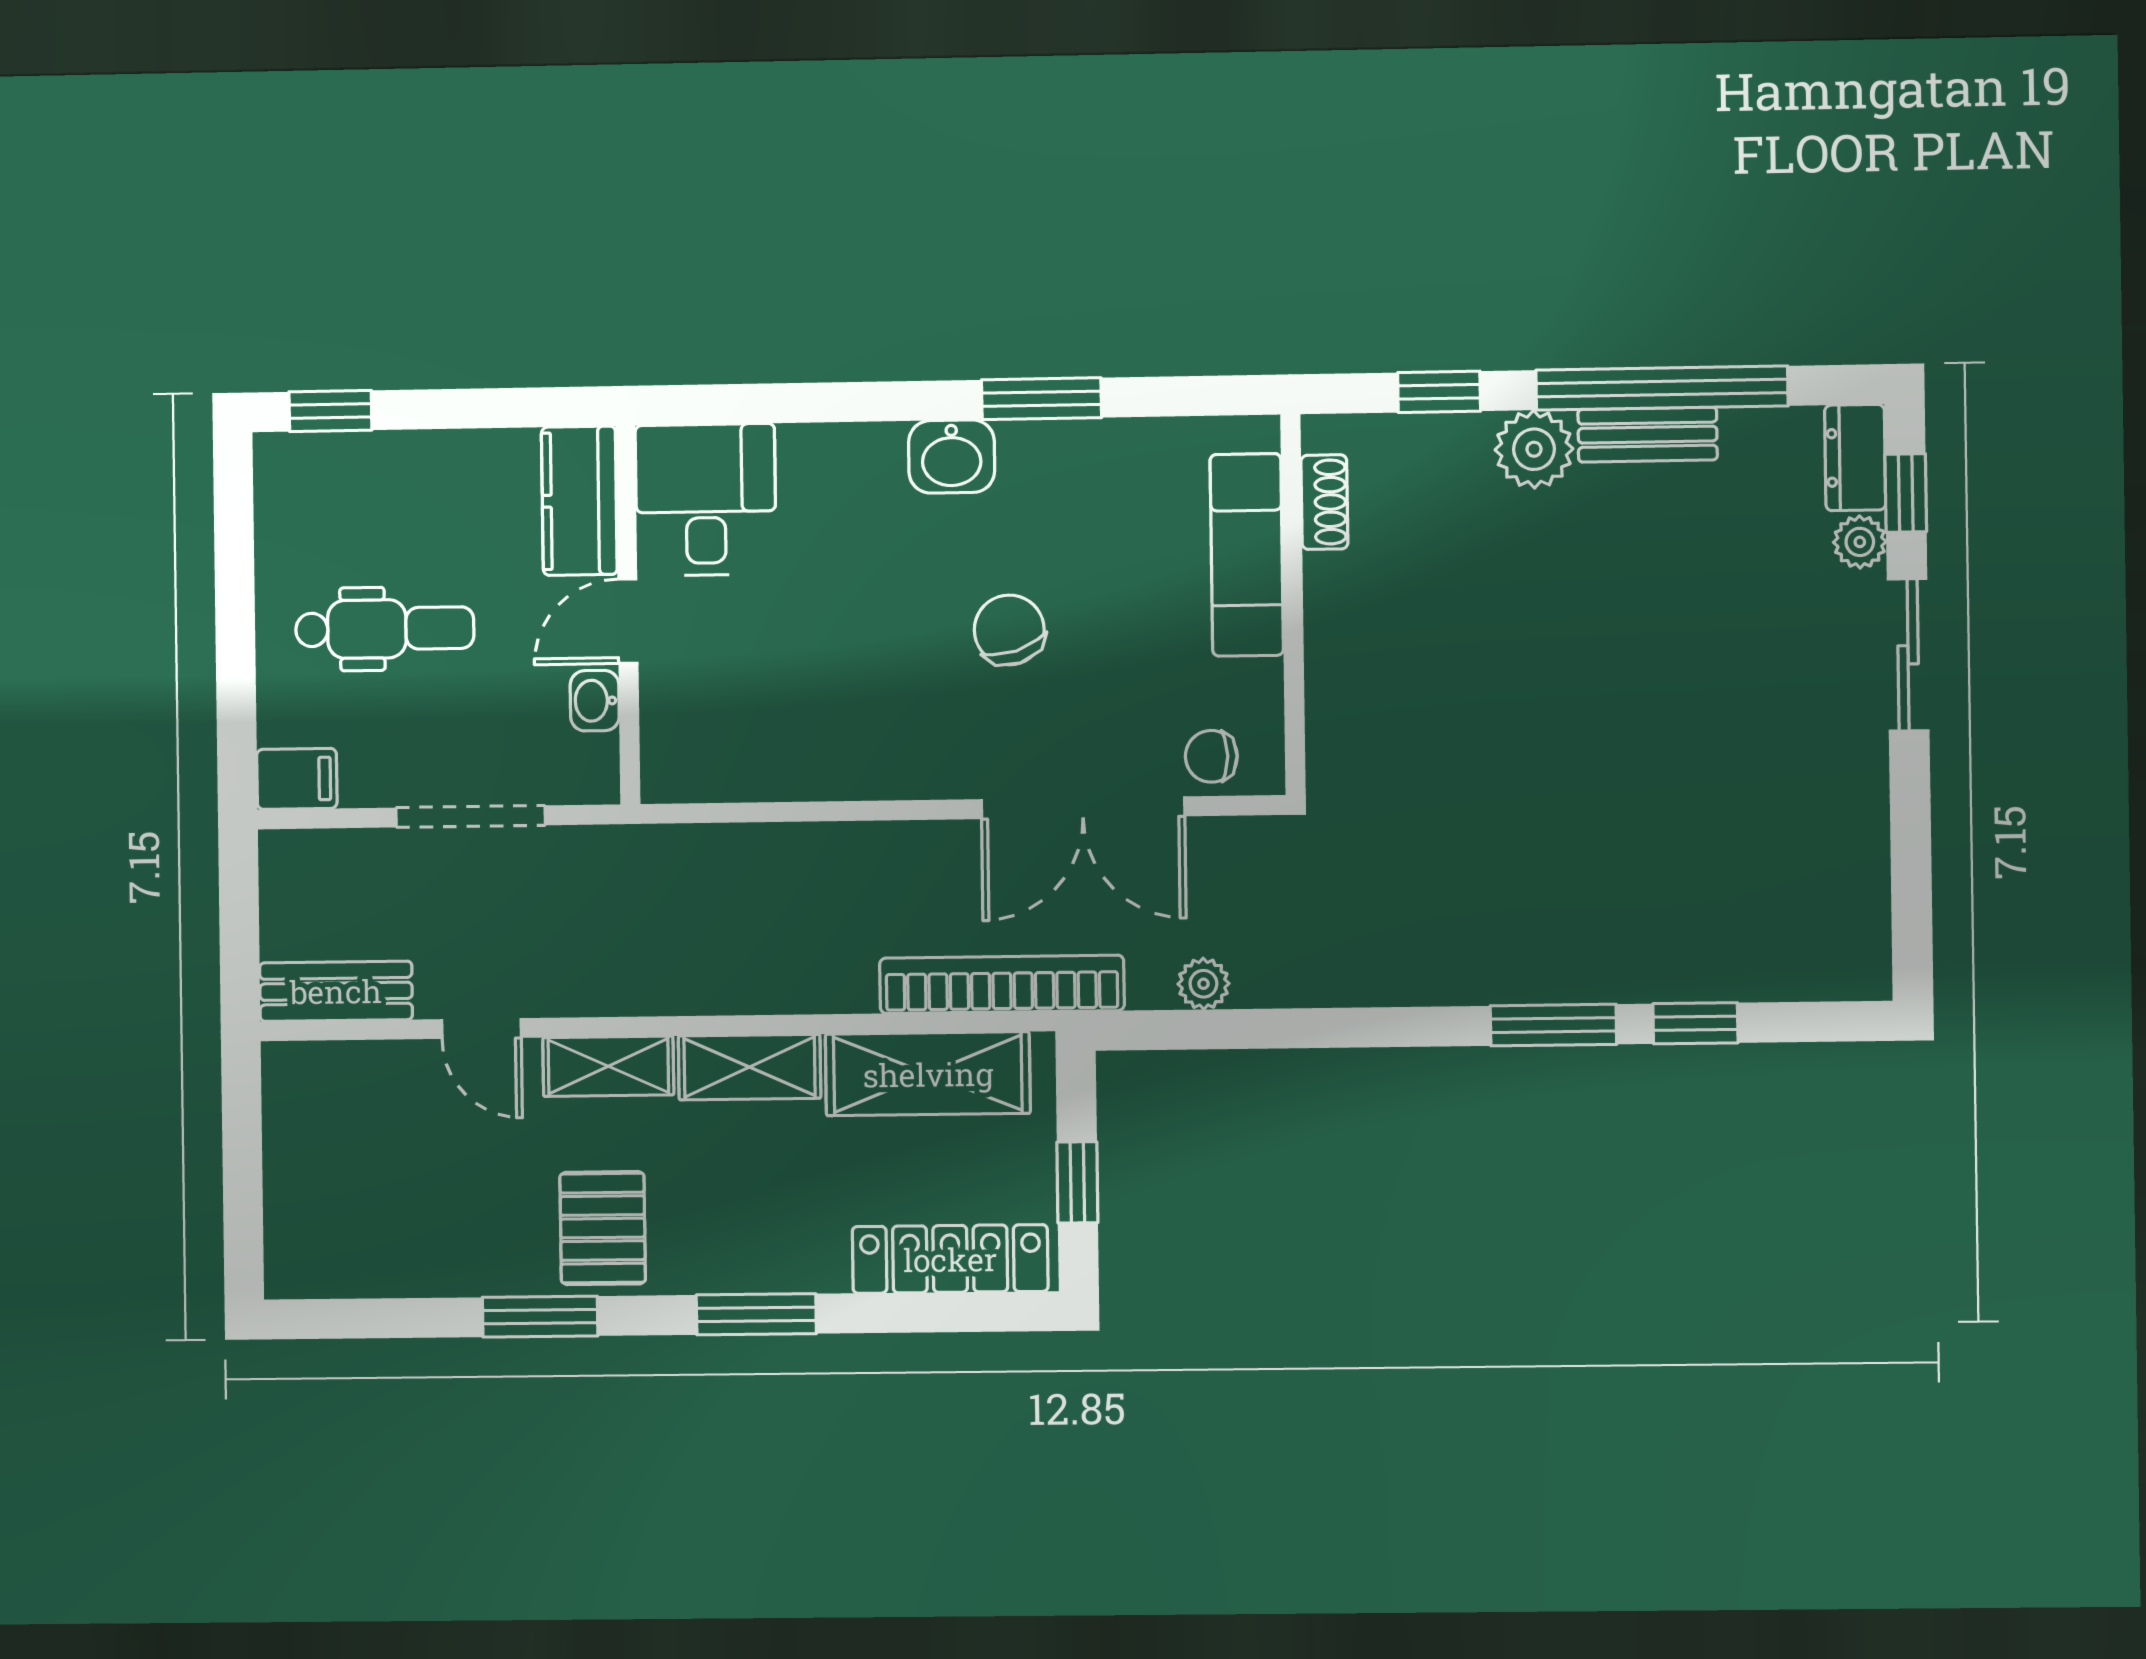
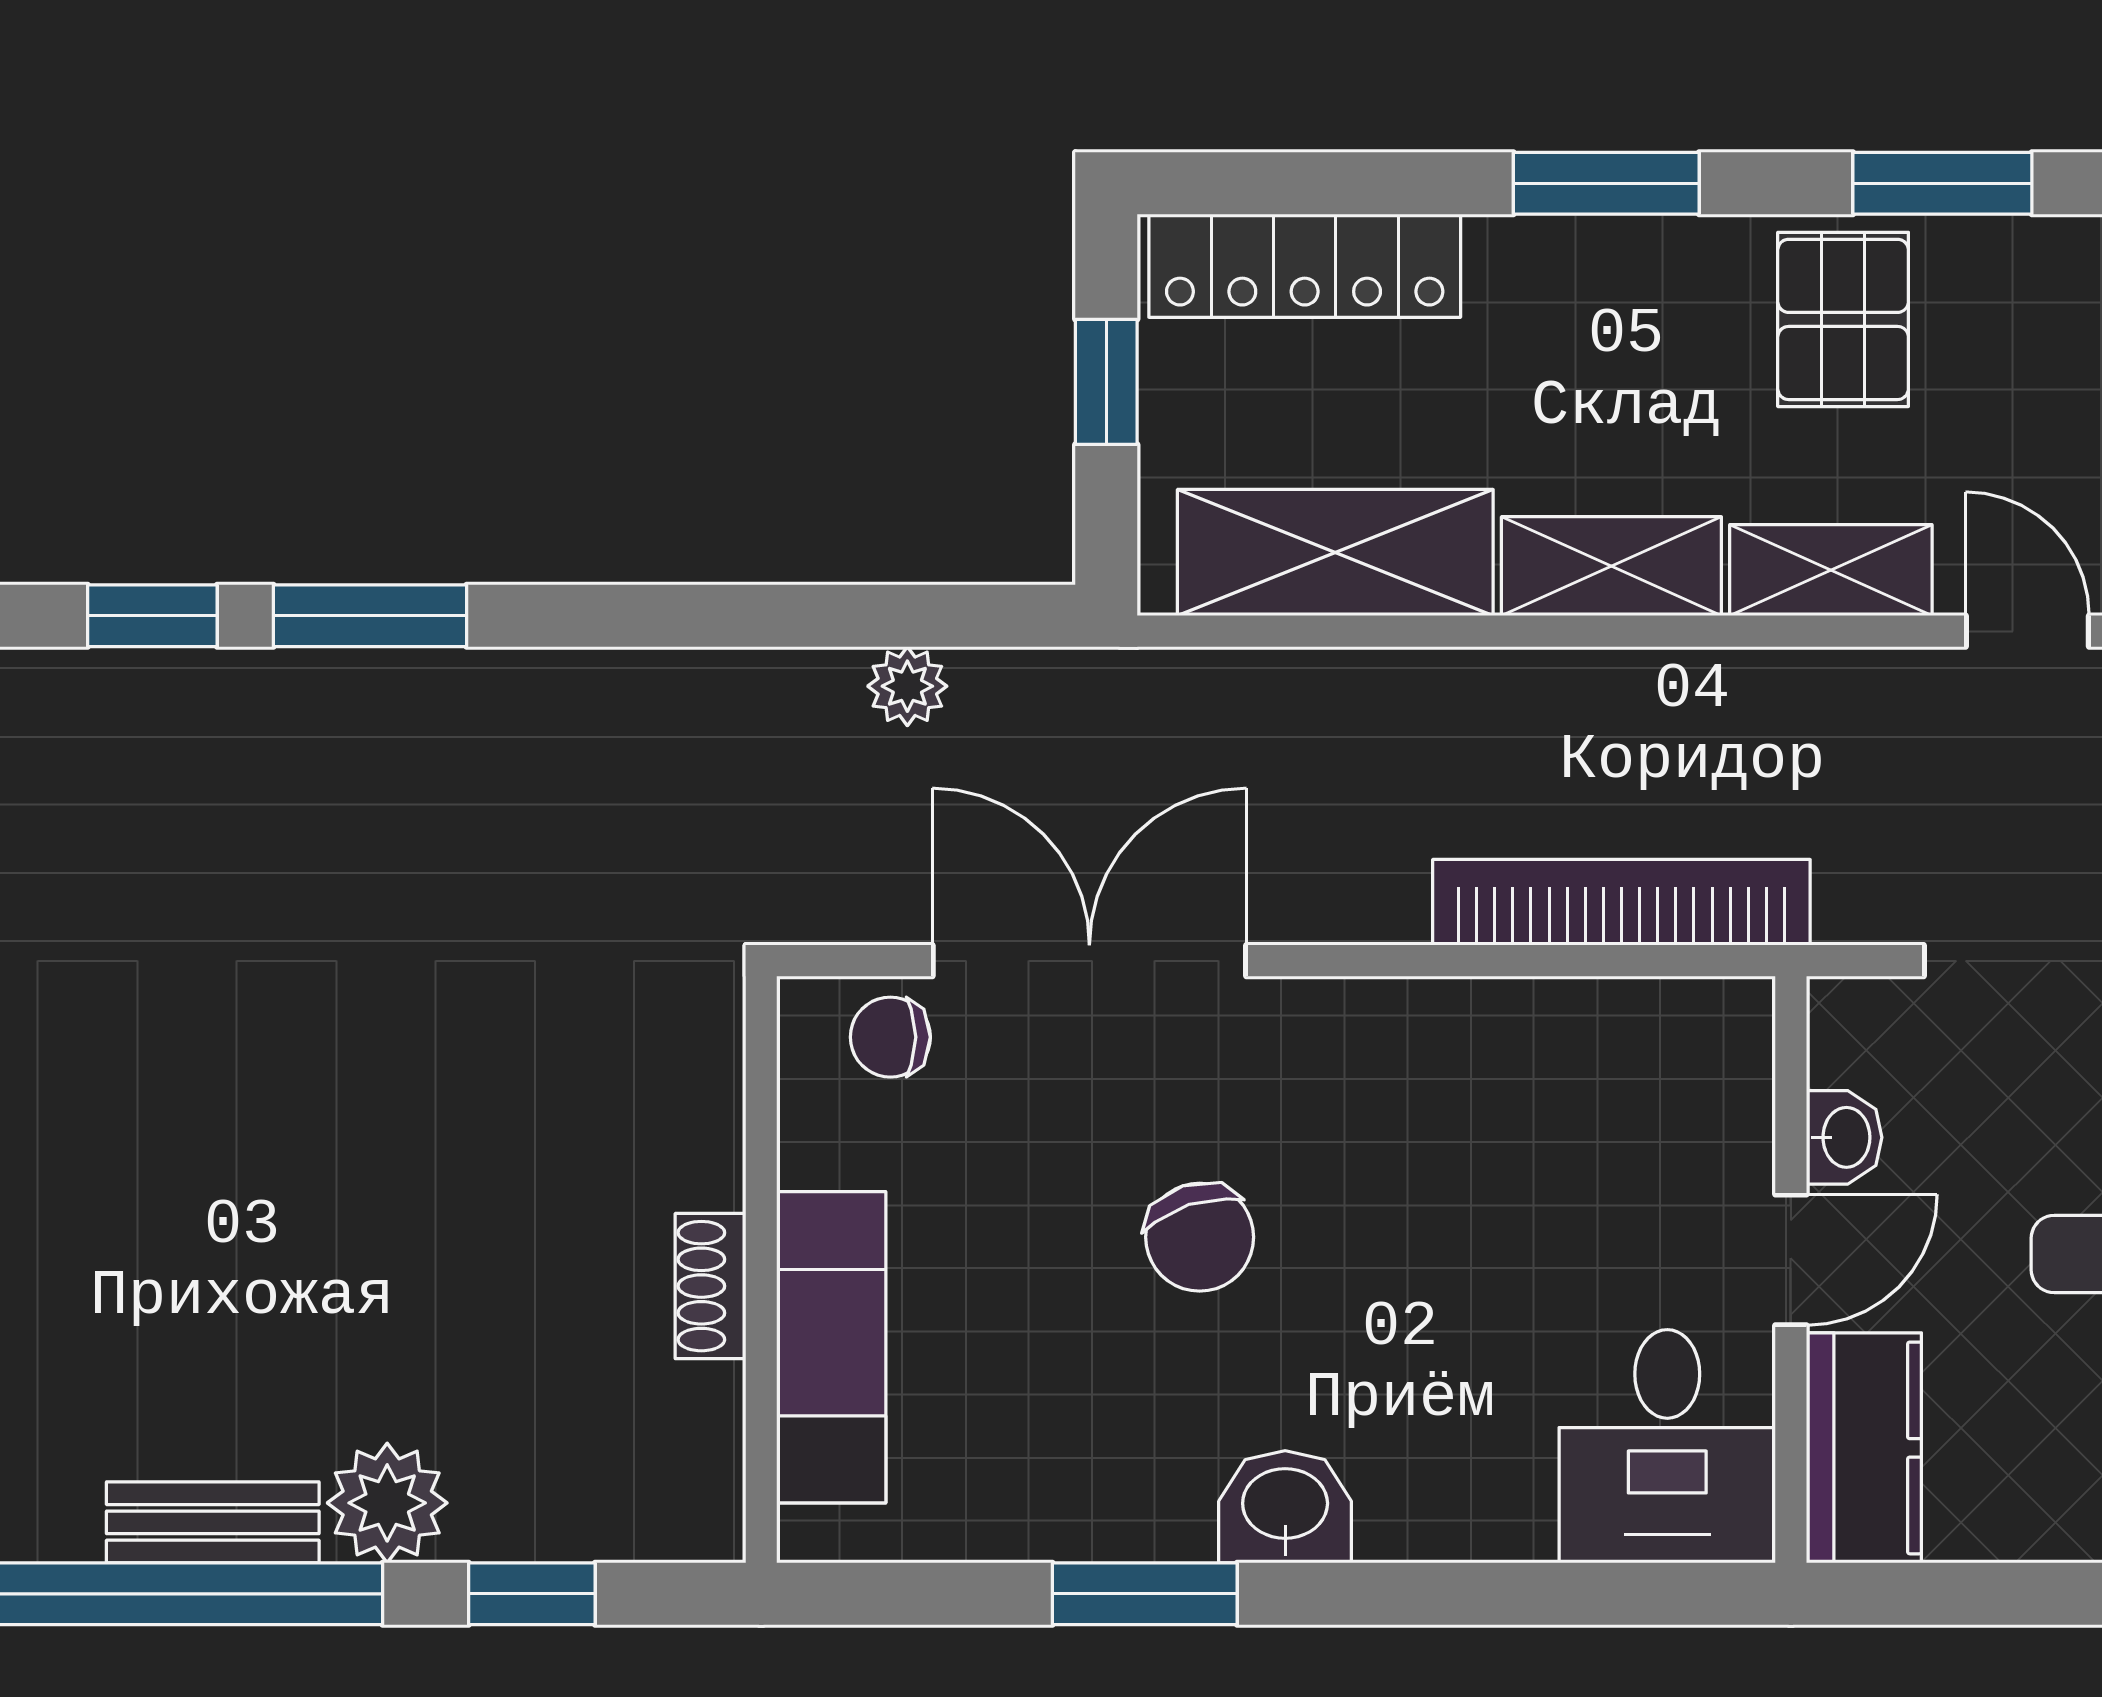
shoe rack: (1324, 502) -> (711, 1286), moved
chair: (1211, 756) -> (890, 1037), turned 180
bookcase: (1002, 984) -> (1621, 902), moved, turned 180

